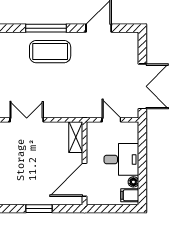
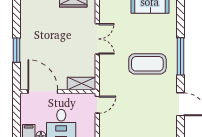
coffee table: (50, 52) -> (147, 64), moved, turned 90
door: (111, 120) -> (97, 105), moved

